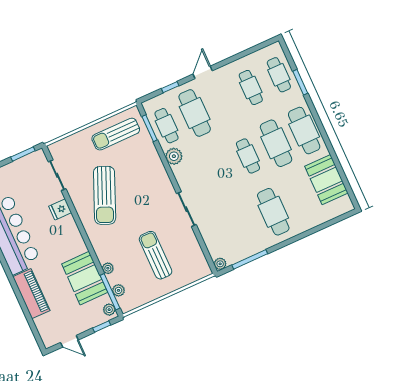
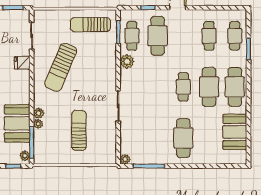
plant: (118, 290) -> (39, 113), moved

